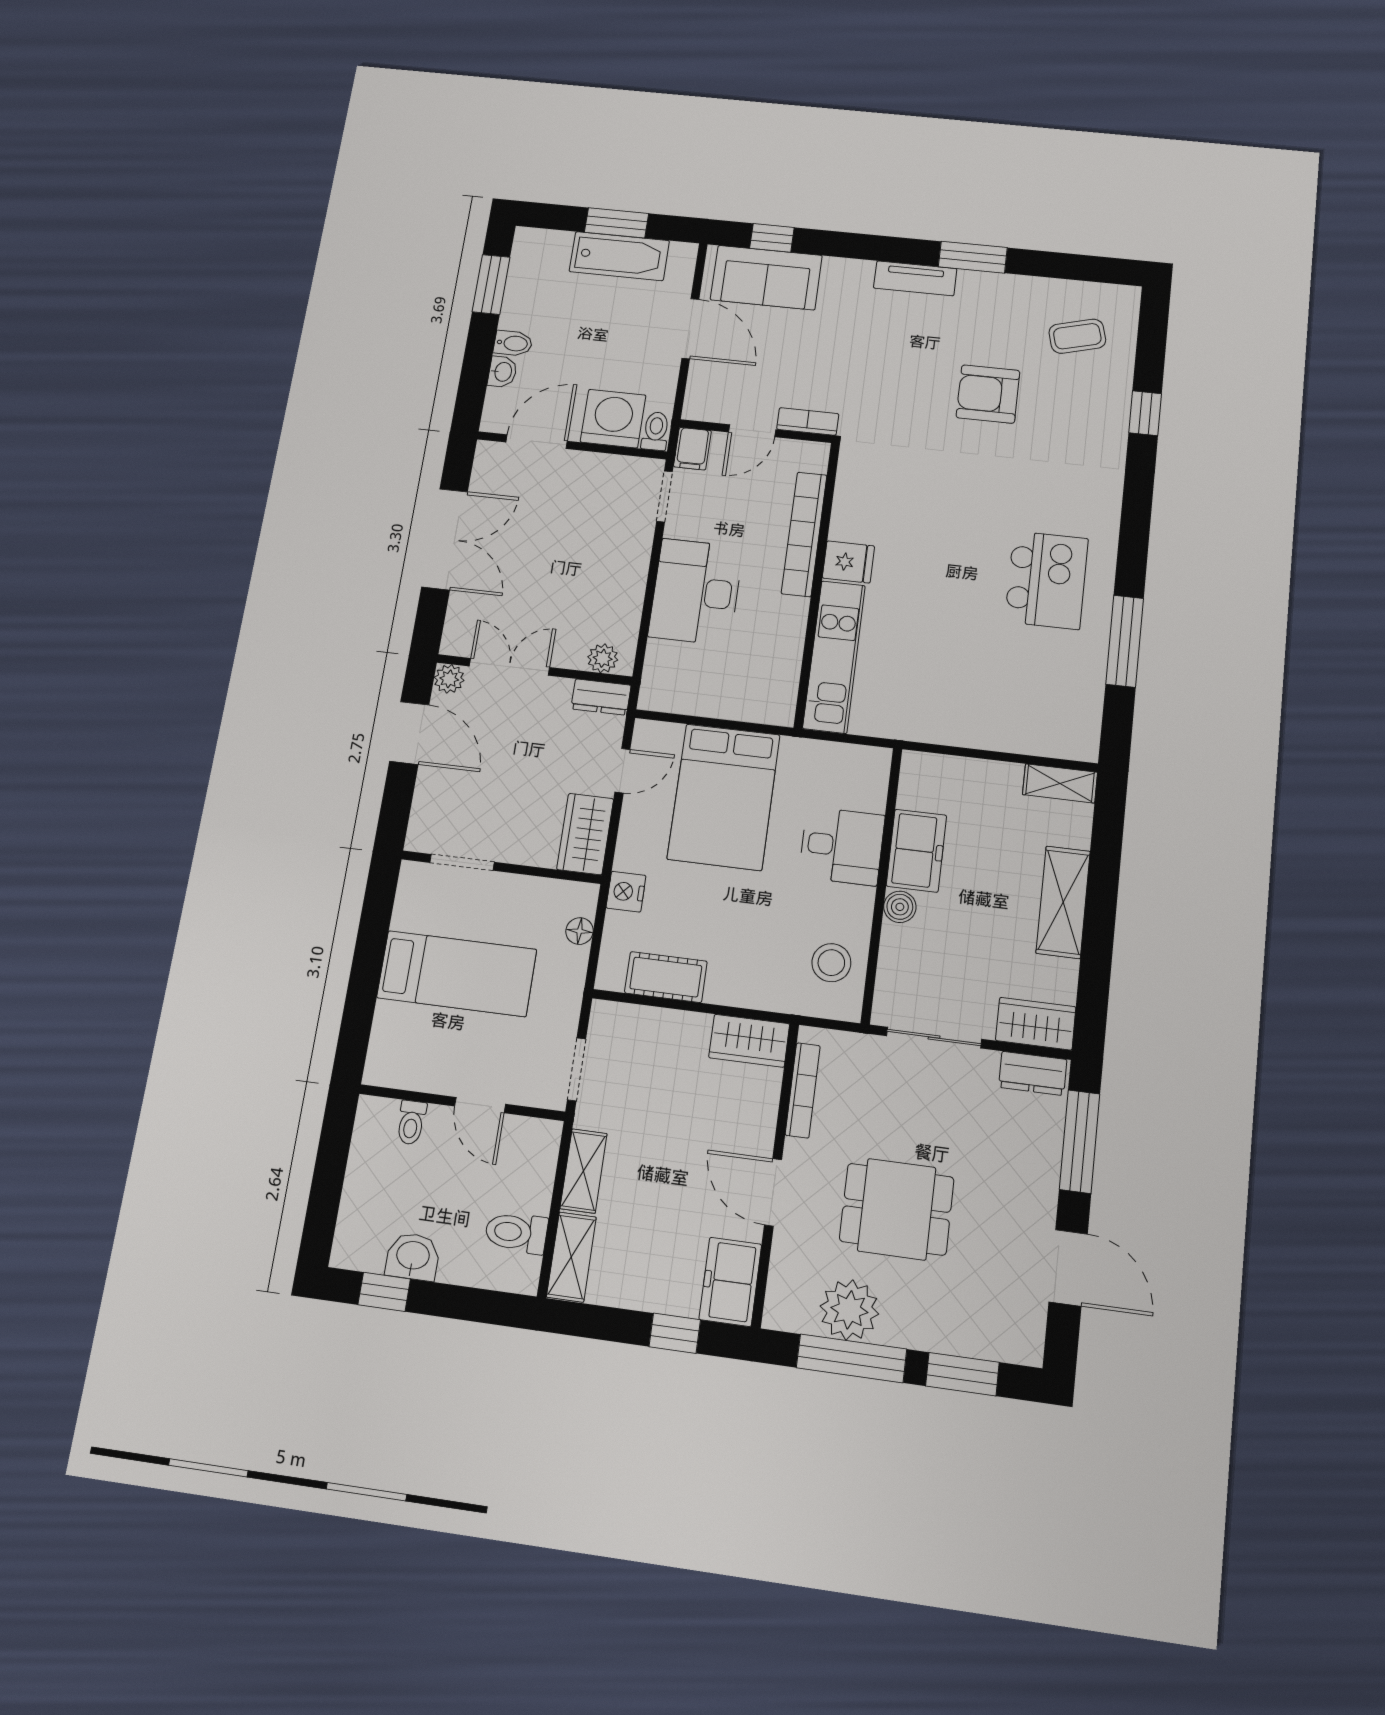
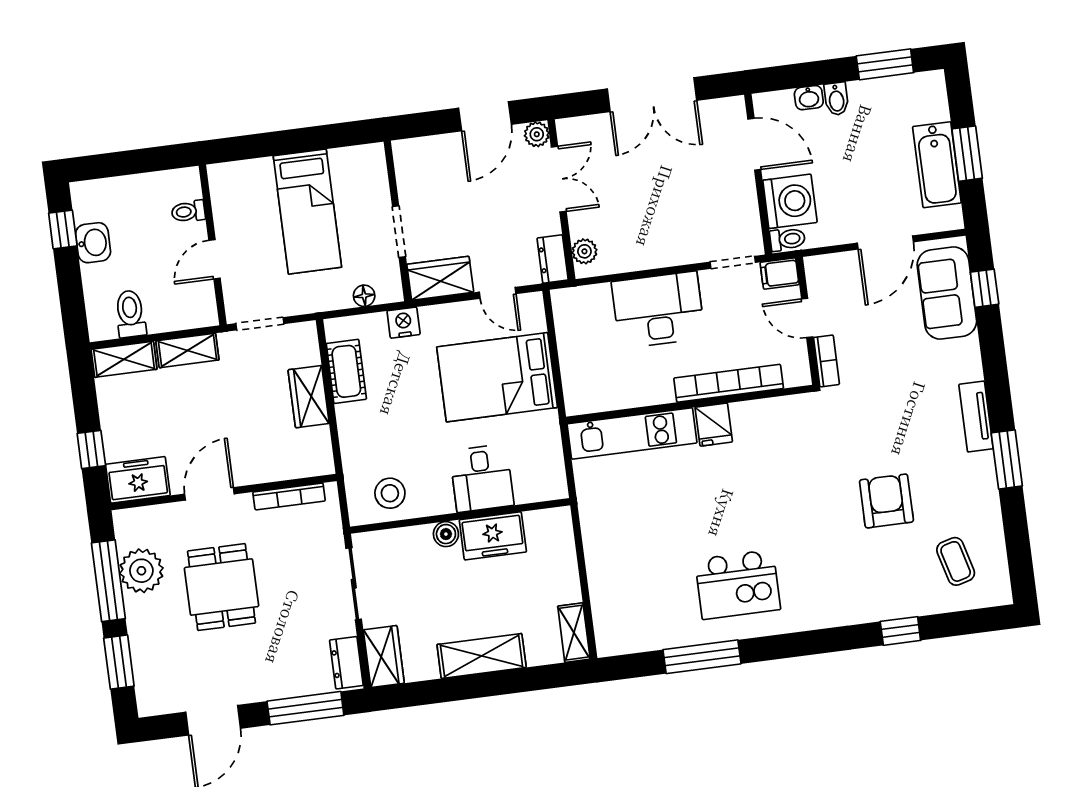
doorway: (462, 862) -> (399, 232), moved
wardrobe: (749, 1041) -> (309, 397), moved

